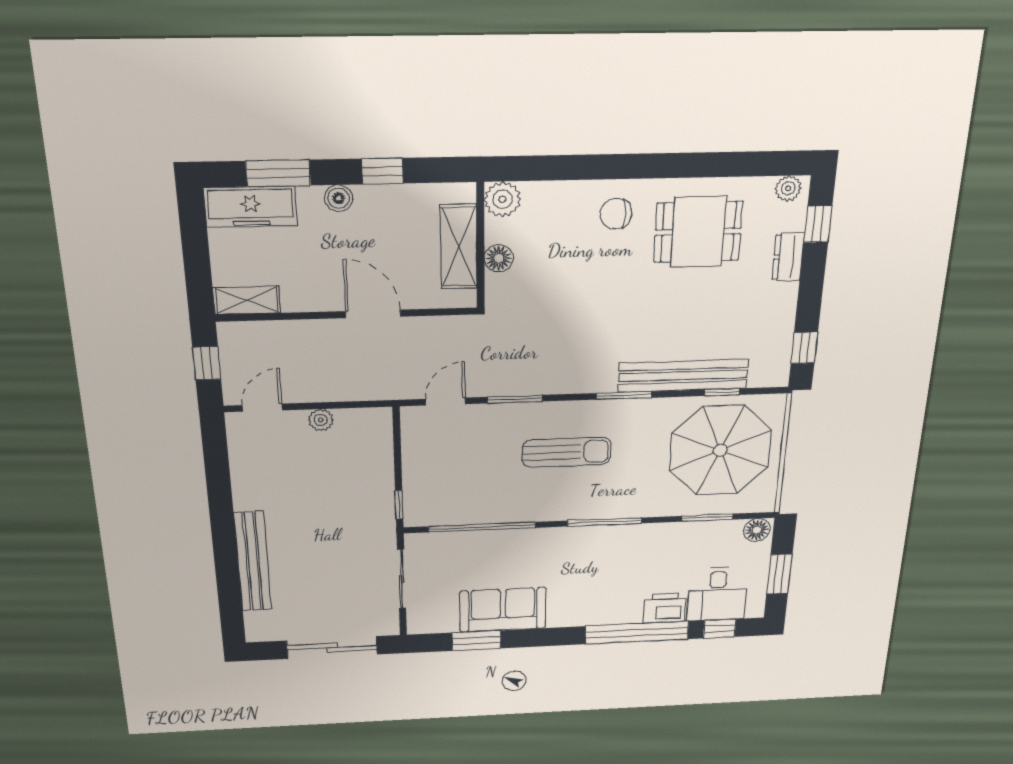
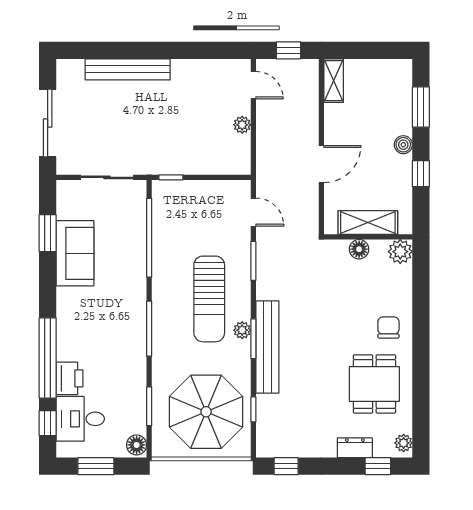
freezer: (251, 207) -> (399, 88), removed
bench: (683, 376) -> (267, 347), moved
plant: (611, 410) -> (242, 330), added
sun lounger: (567, 452) -> (209, 299), width x1.36, depth x1.34

